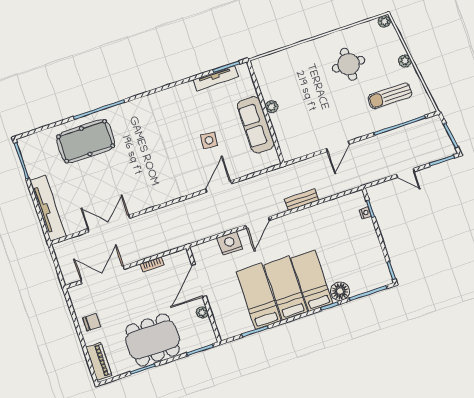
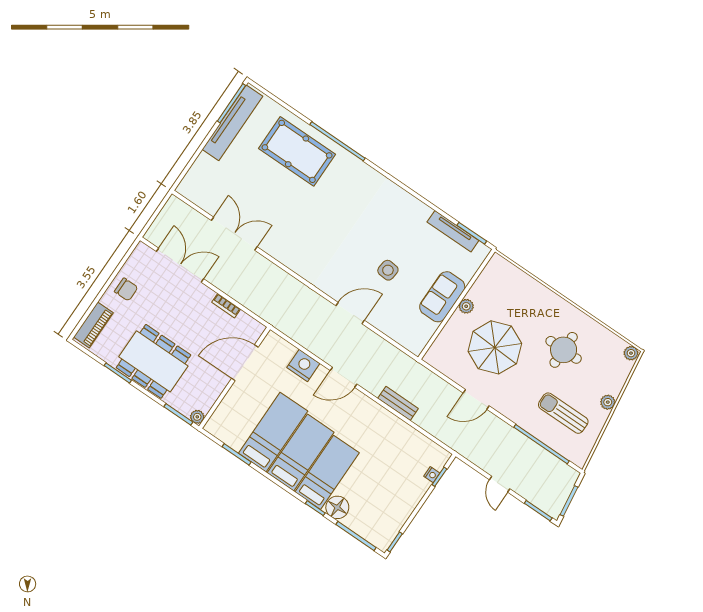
parasol: (313, 108) -> (495, 347), added
sofa: (256, 125) -> (442, 297), width x0.73
tv unit: (48, 208) -> (232, 123), moved
plant: (202, 313) -> (197, 417), moved

